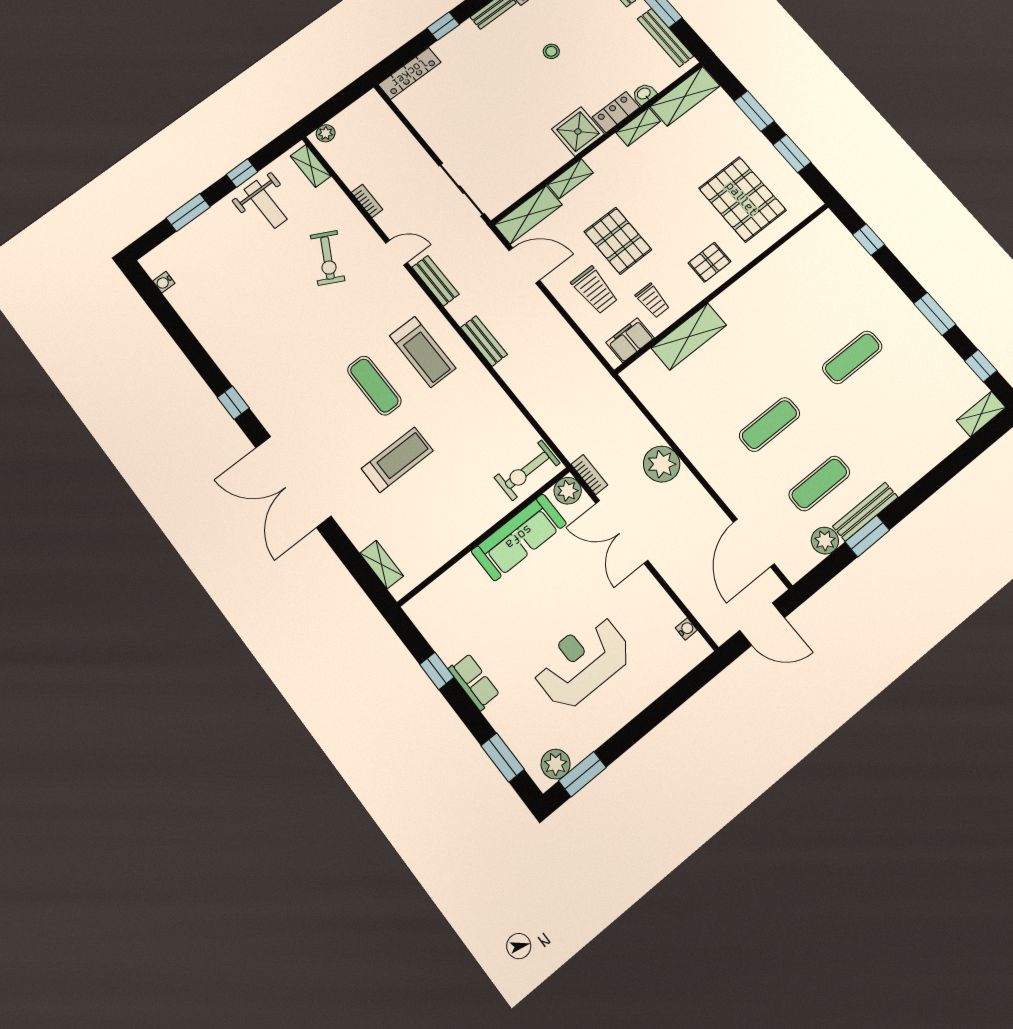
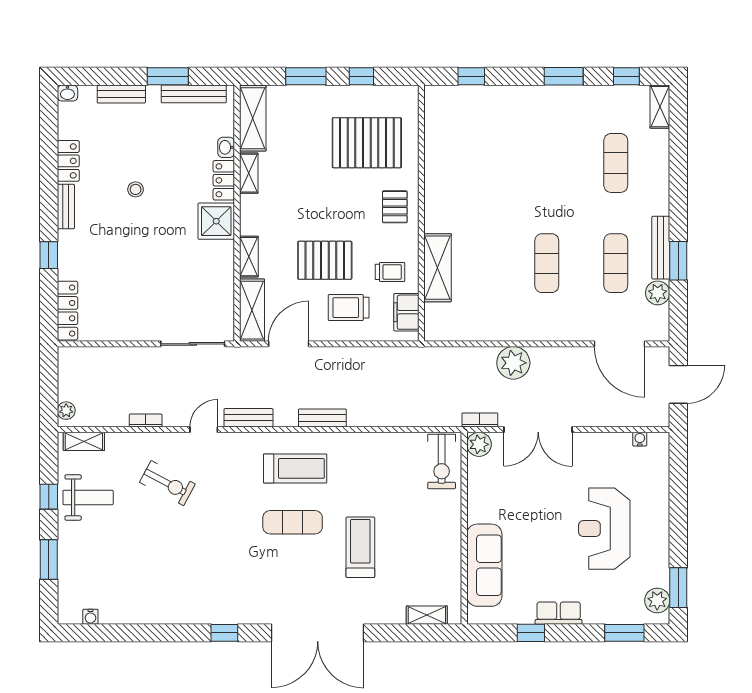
window: (792, 154) -> (361, 76), width x0.67
trolley: (595, 290) -> (349, 308), turned 180
exercise mat: (852, 357) -> (616, 163), moved
sofa: (519, 537) -> (484, 565), moved

